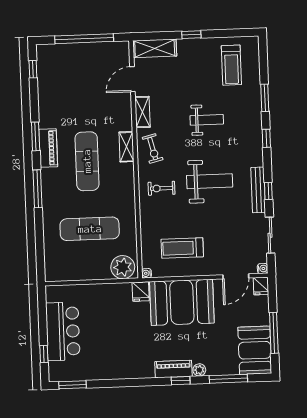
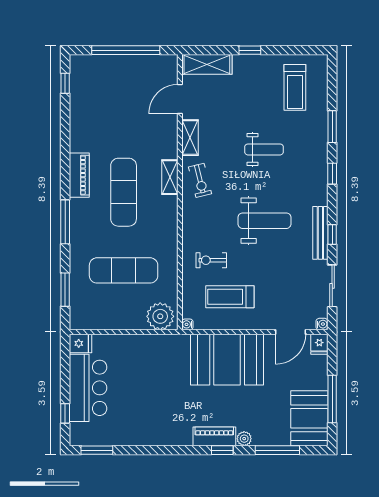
window: (36, 136) -> (65, 290), moved
exercise bike: (162, 188) -> (211, 260), moved
fridge: (141, 292) -> (81, 343), moved, turned -90

